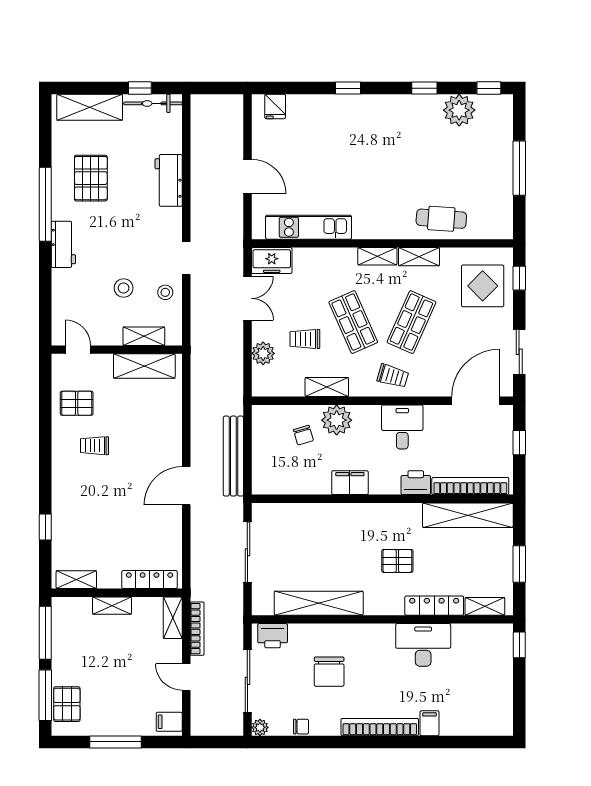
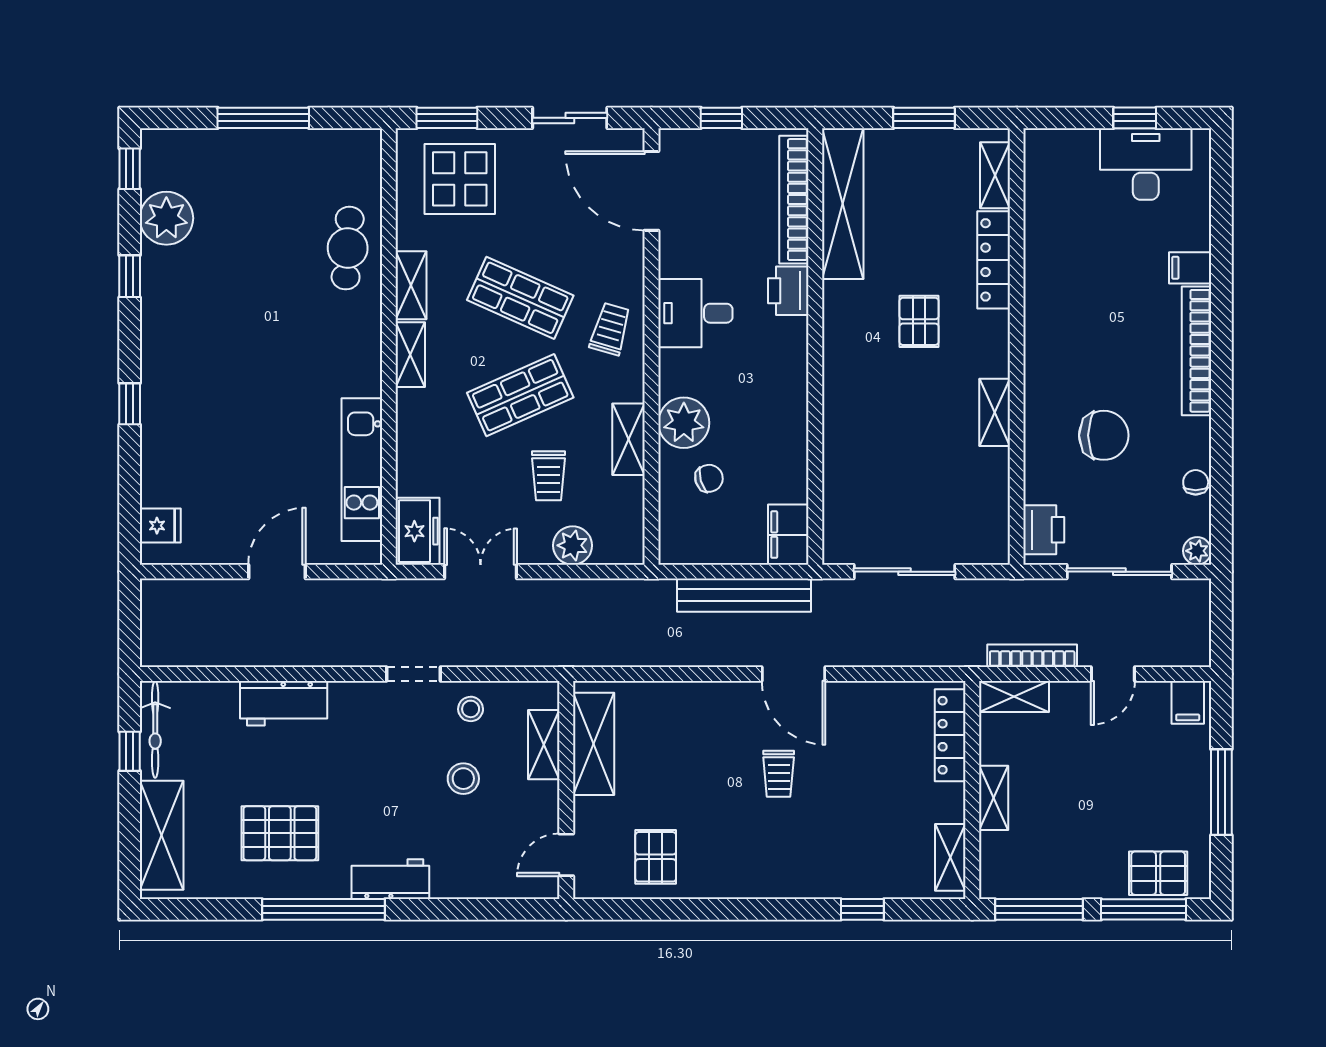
window: (519, 278) -> (447, 118), width x1.50
trolley: (94, 446) -> (779, 774), moved
filing cabinet: (350, 483) -> (788, 535), moved
shelving: (319, 603) -> (995, 412), width x0.45, depth x0.75
desk: (423, 645) -> (1146, 164), moved, turned 90
window: (519, 645) -> (1135, 118), moved

